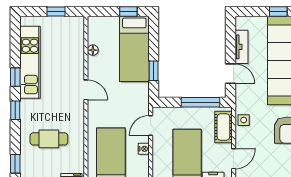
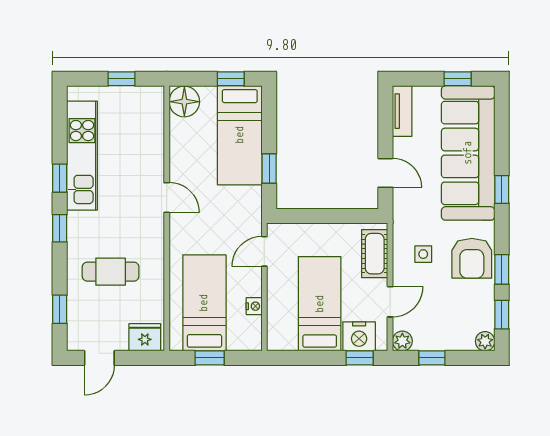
tv unit: (242, 47) -> (402, 111), moved
floor lamp: (93, 50) -> (184, 102), moved, width x1.89, depth x1.89
window: (201, 102) -> (340, 216), removed
side table: (244, 120) -> (423, 254), moved
nightstand: (144, 149) -> (254, 306), moved

